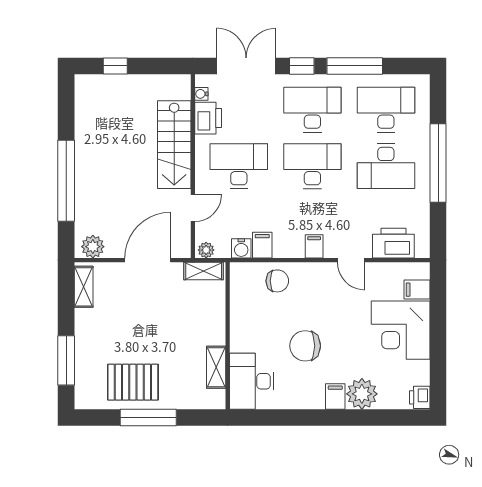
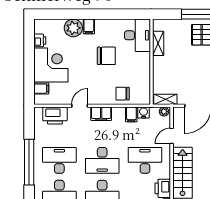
desk: (239, 166) -> (145, 160), turned 180
filing cabinet: (314, 246) -> (101, 114), width x2.00
door: (351, 260) -> (80, 106), hinge flipped
printer: (420, 397) -> (40, 40), moved

